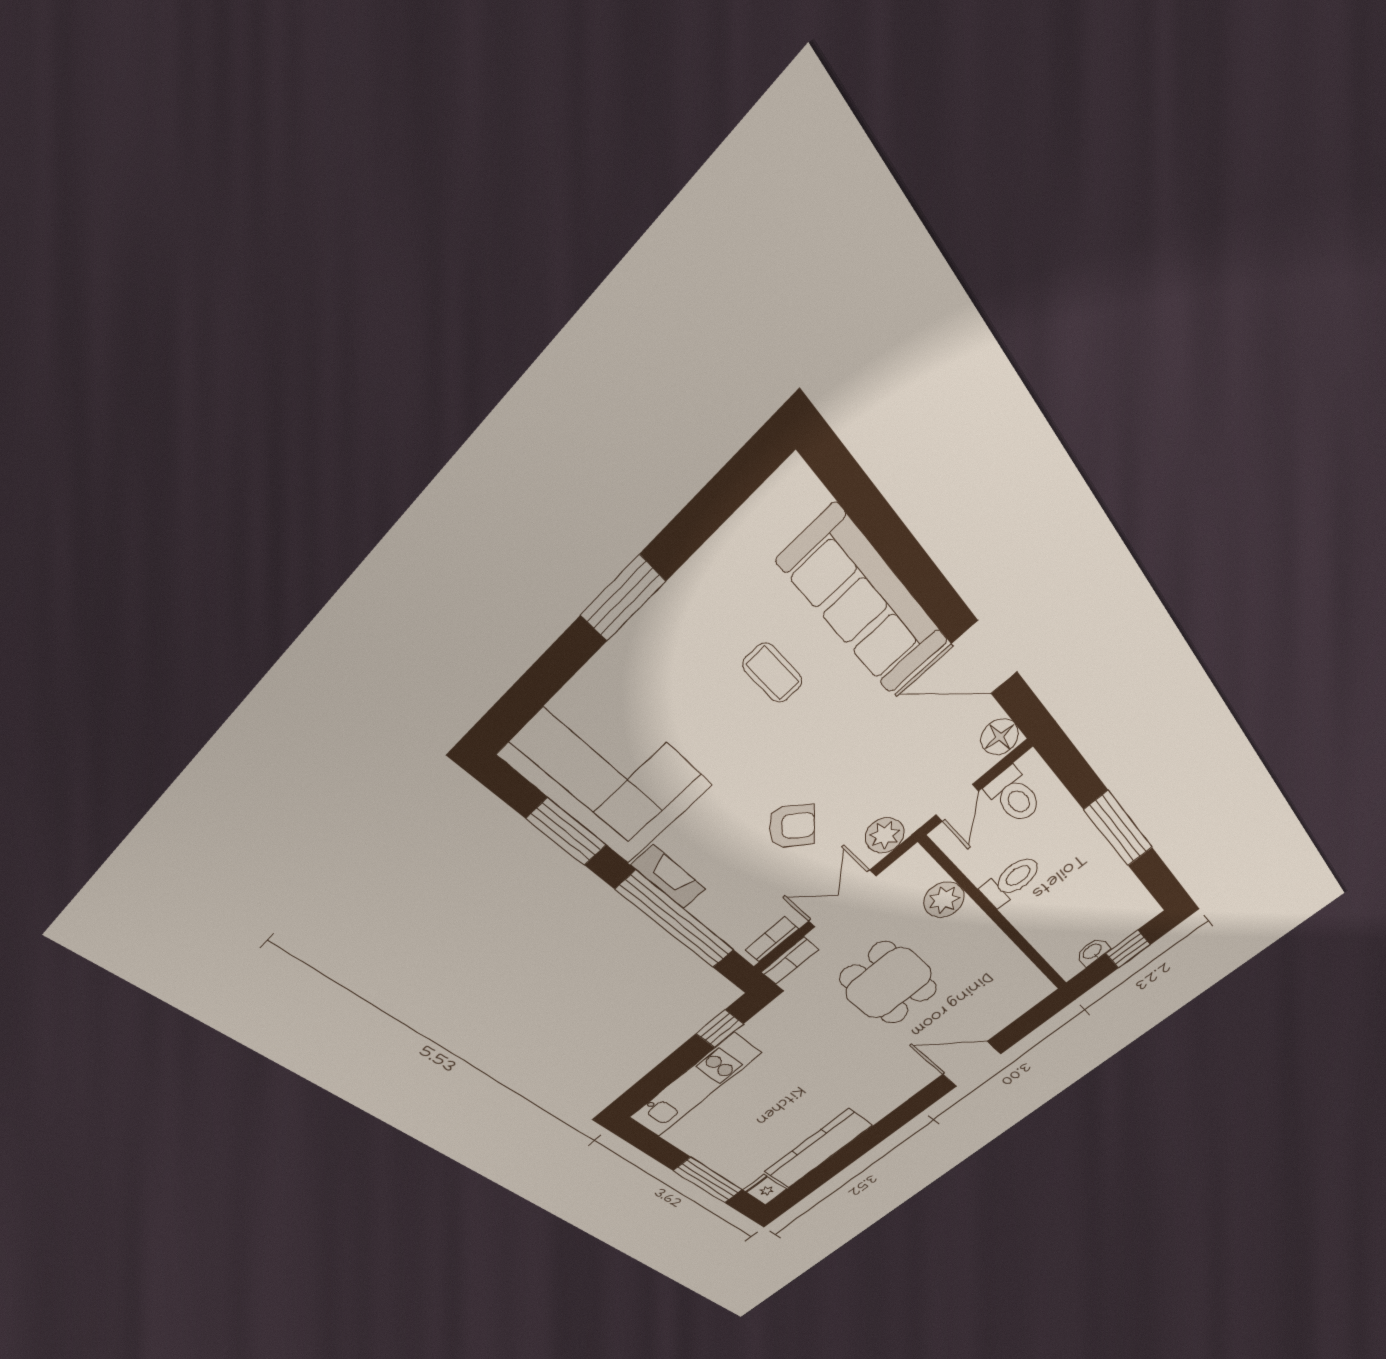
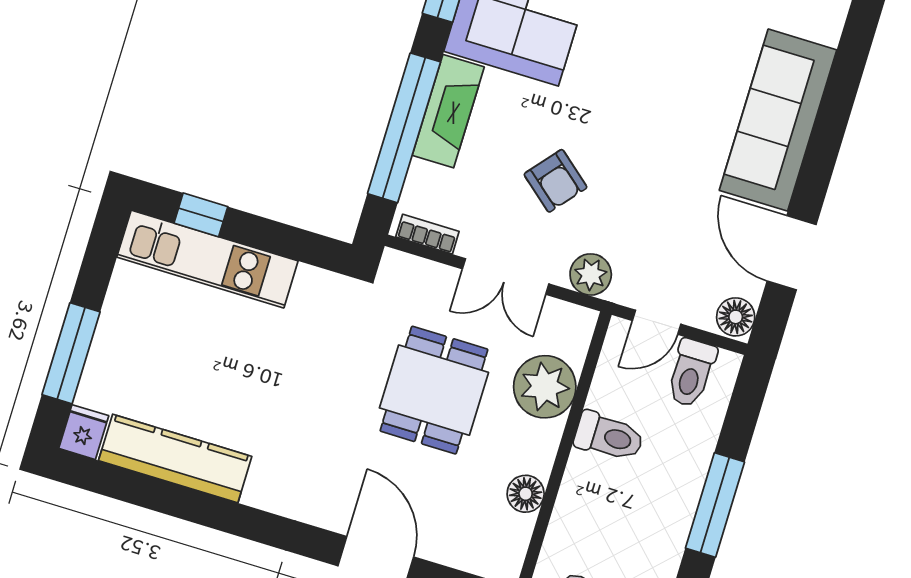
coffee table: (772, 673) -> (682, 80), removed
fireplace: (669, 877) -> (448, 111), width x1.37, depth x1.32
double door: (842, 899) -> (506, 276), swing flipped
plant: (944, 900) -> (545, 387), width x1.36, depth x1.36
floor lamp: (1004, 955) -> (526, 494), added
bookcase: (790, 961) -> (412, 268), removed
window: (720, 1029) -> (201, 215), moved

